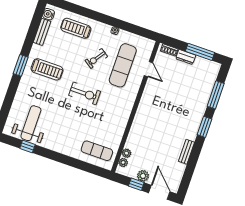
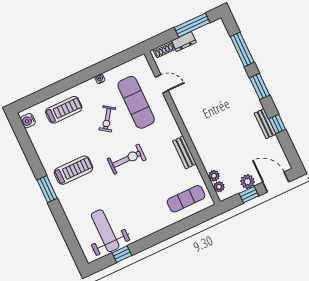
treadmill: (76, 28) -> (64, 110), turned 180
bench: (42, 32) -> (184, 152), moved
window: (193, 159) -> (277, 124), added

